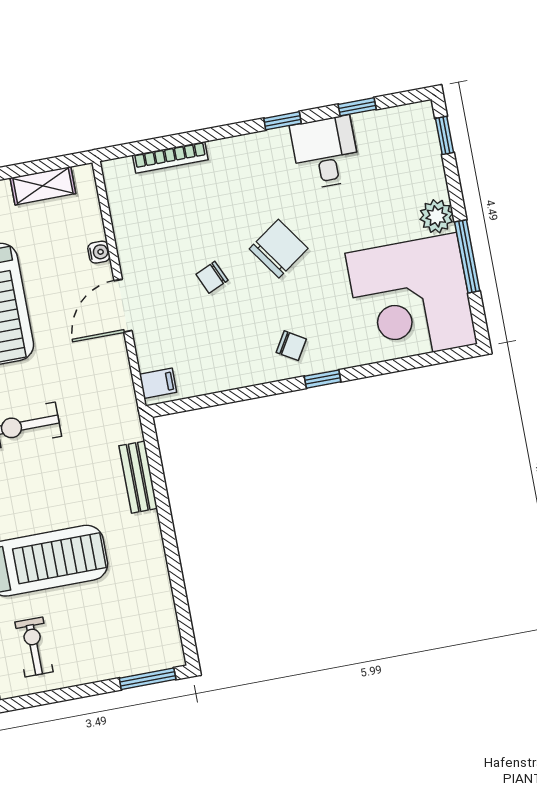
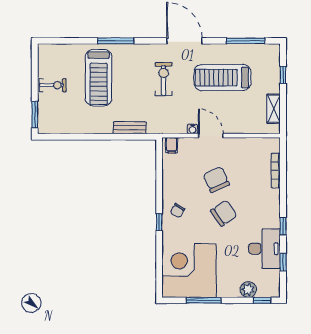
desk: (325, 153) -> (265, 249), width x1.37
plant: (436, 216) -> (248, 290), moved
chair: (279, 249) -> (224, 213), turned -90
water cooler: (99, 252) -> (193, 129), moved
chair: (212, 277) -> (216, 180), width x1.87, depth x1.87
exercise bike: (34, 647) -> (53, 85), moved

